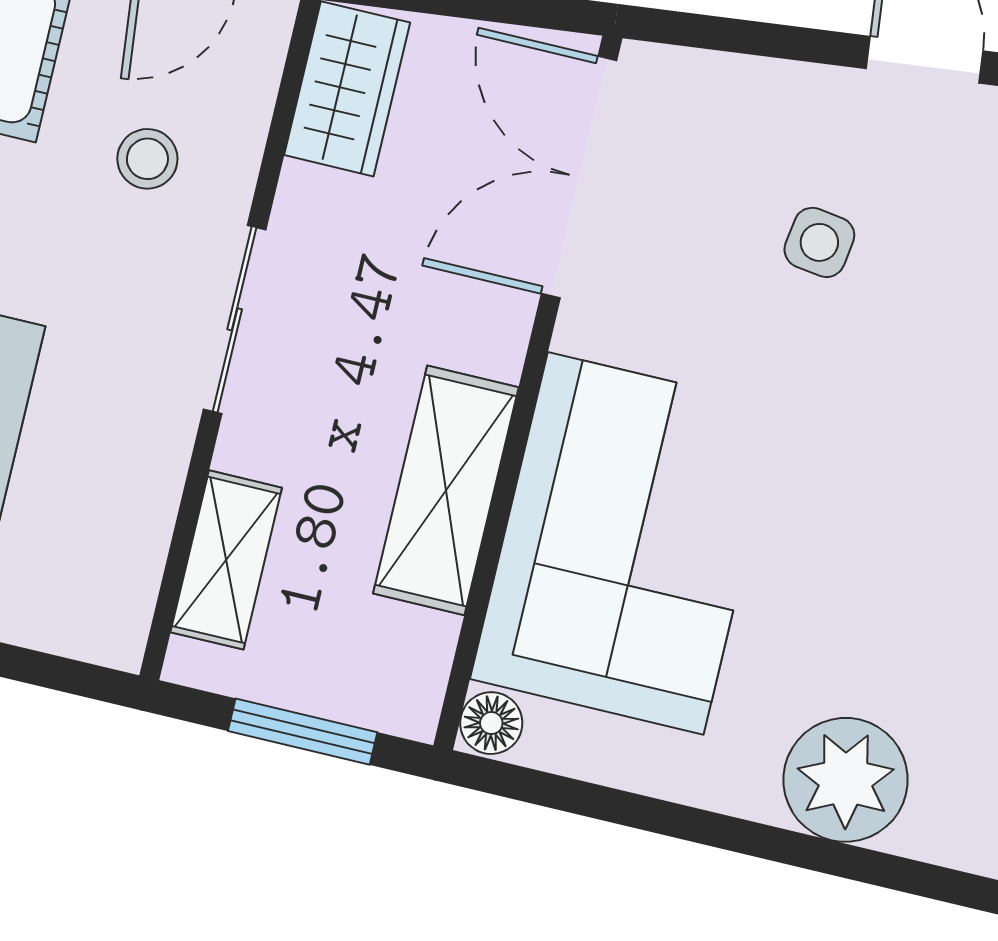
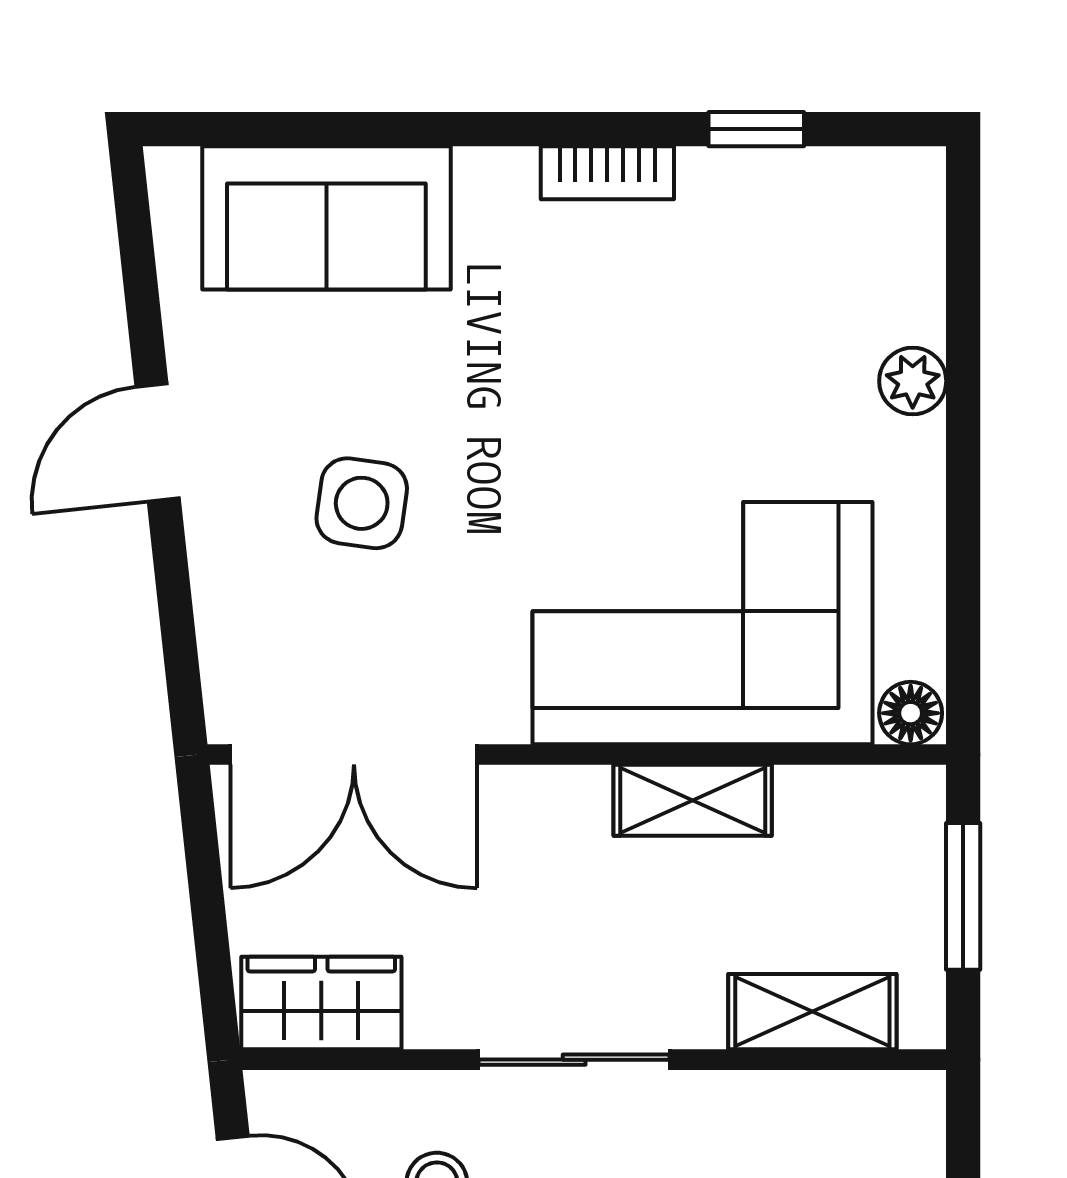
side table: (819, 242) -> (362, 503), width x1.37, depth x1.37
shelving: (446, 490) -> (693, 800), width x0.67, depth x0.75
plant: (846, 780) -> (913, 381), width x0.53, depth x0.53

